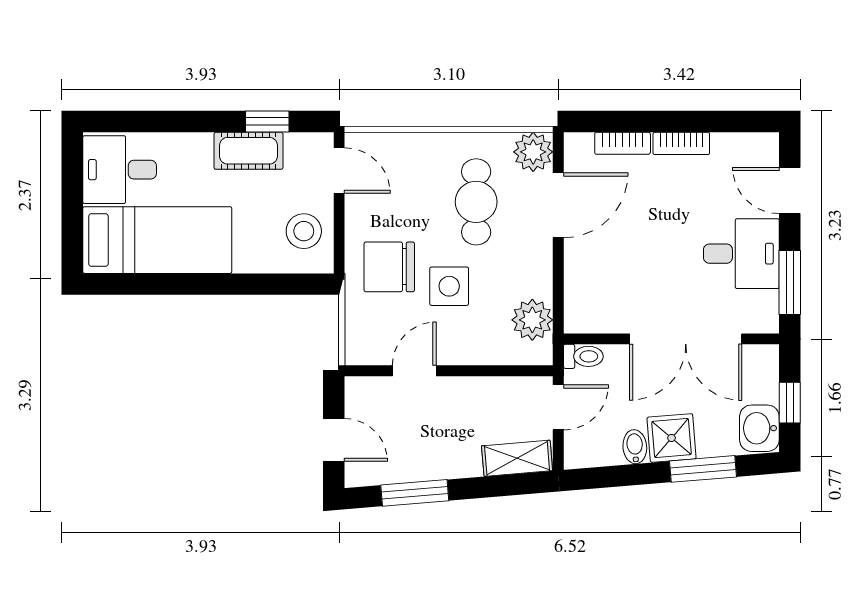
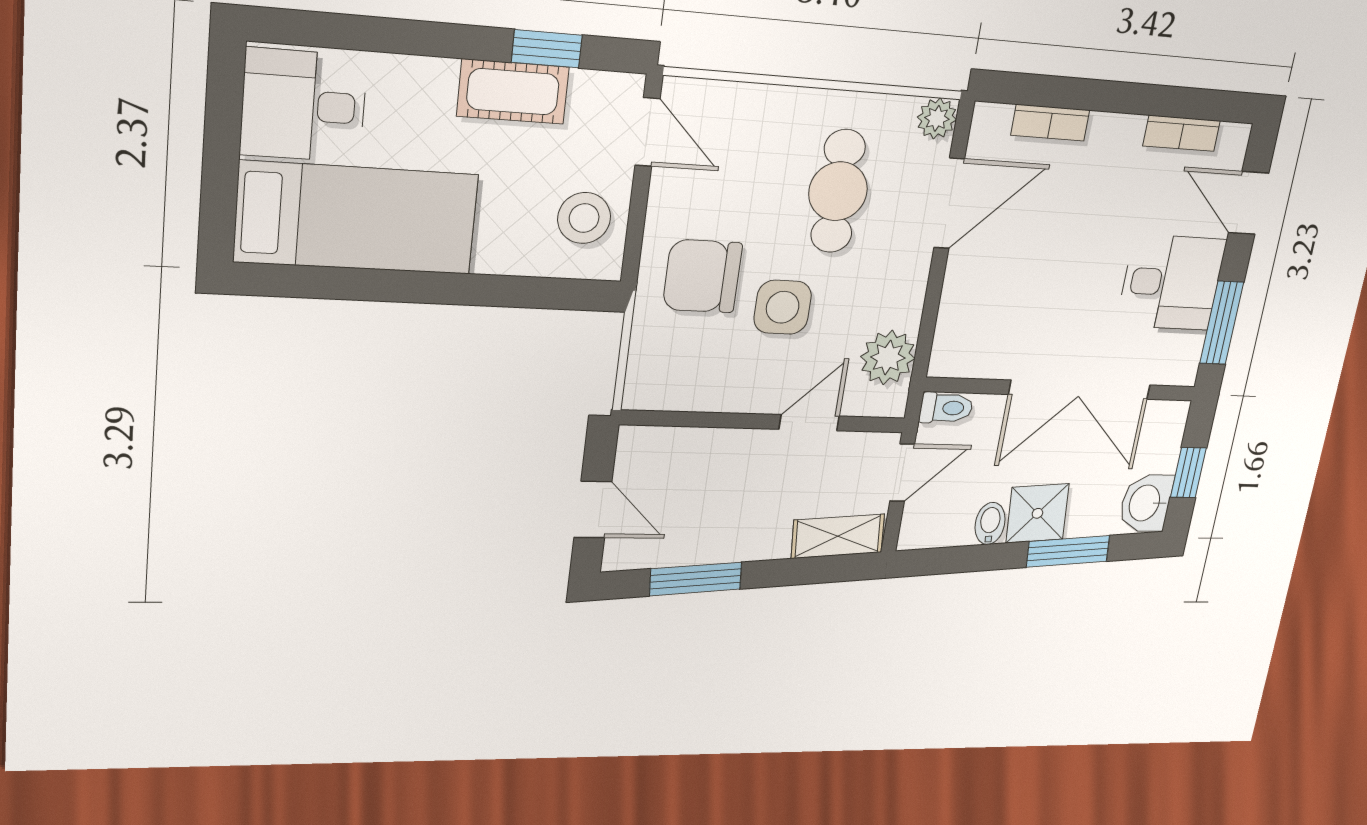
bookcase: (681, 143) -> (1182, 133), moved
plant: (533, 152) -> (937, 118), width x0.73, depth x0.73
door: (414, 371) -> (809, 423), moved

